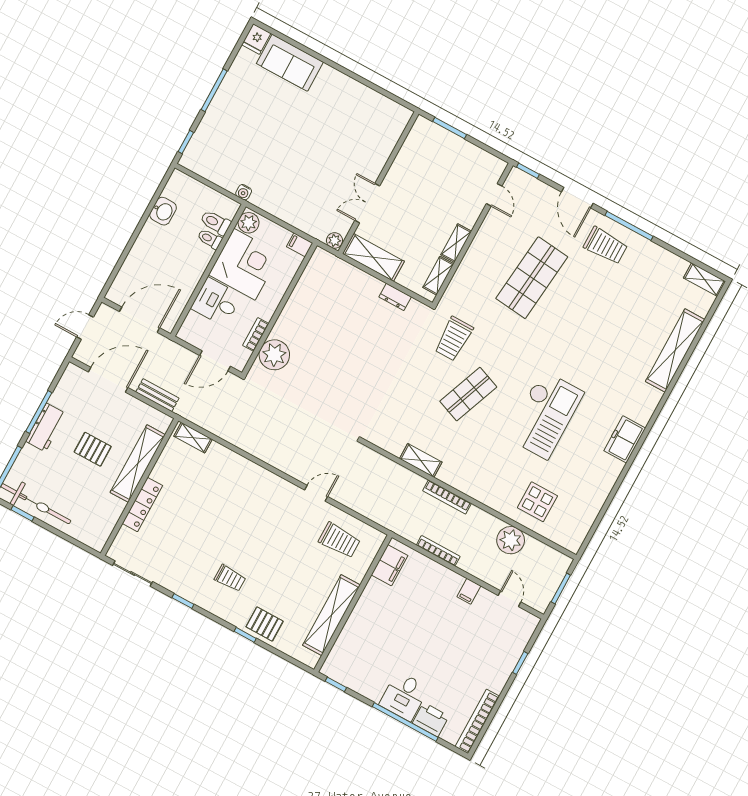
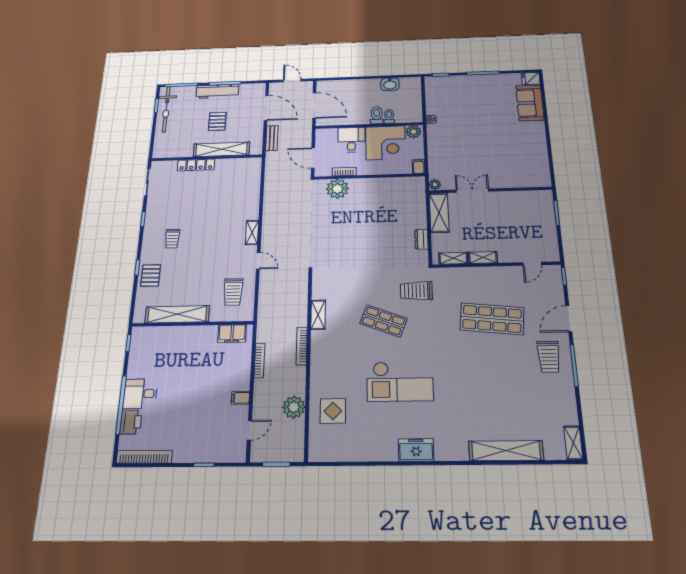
toilet: (216, 223) -> (377, 115), moved
workbench: (46, 427) -> (217, 91), width x1.38
shelving: (193, 438) -> (252, 233), moved

